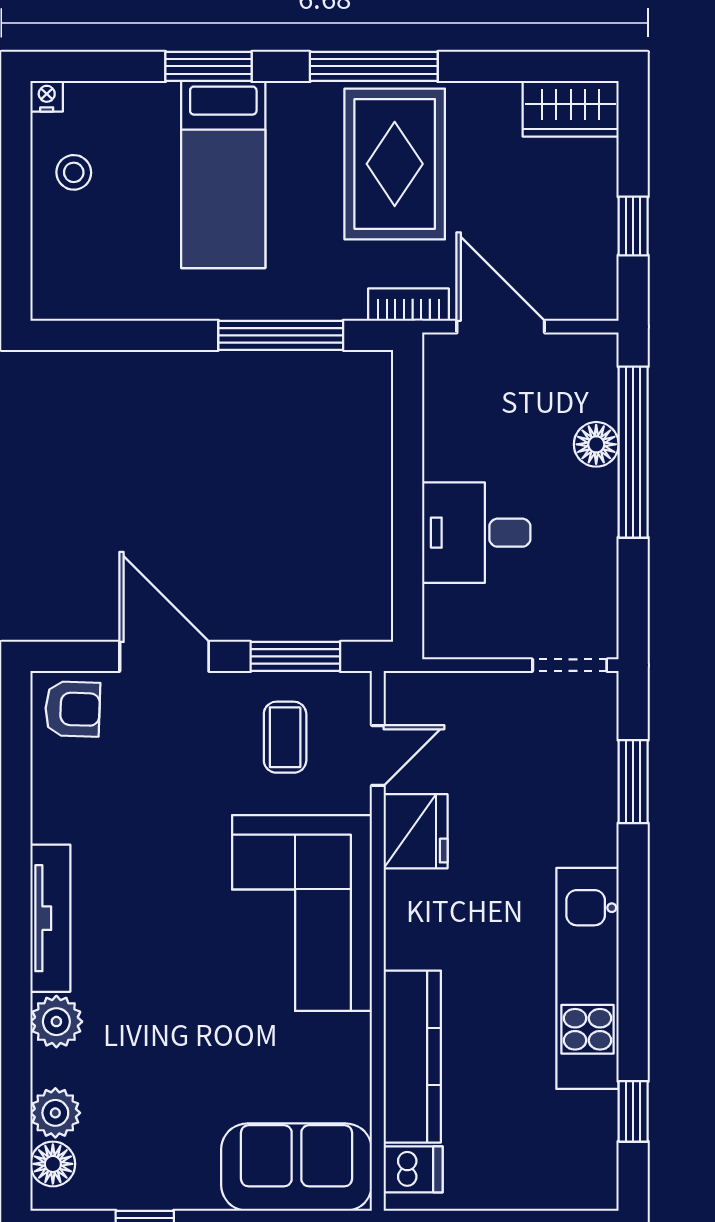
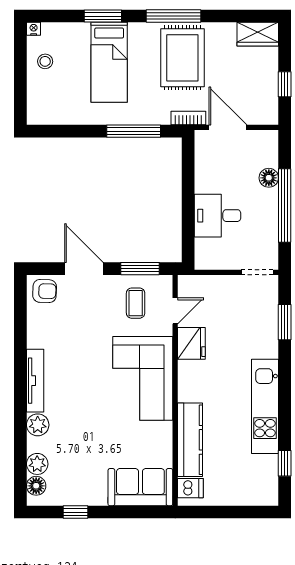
window: (633, 452) -> (285, 206), moved

